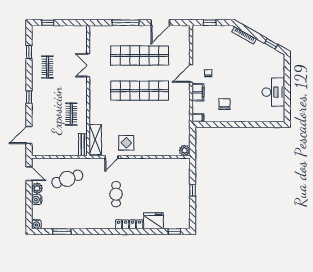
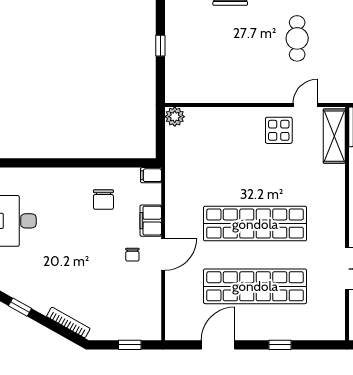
window: (126, 23) -> (280, 345), width x0.46

